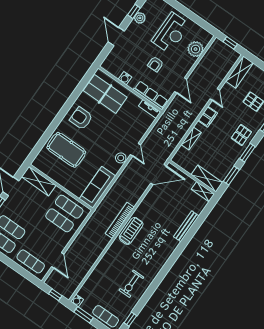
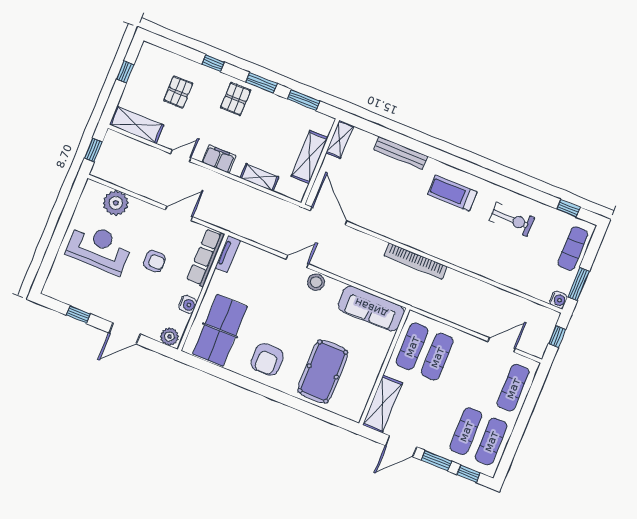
plant: (140, 18) -> (169, 337), moved
pallet: (241, 135) -> (236, 99), turned 90
shelving: (207, 179) -> (310, 157), moved
treadmill: (131, 231) -> (452, 193), moved

